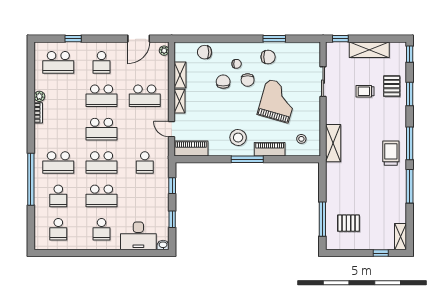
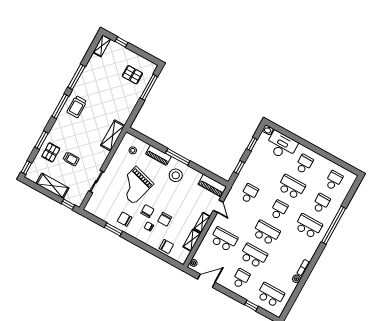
school desk: (102, 163) -> (279, 210), width x0.54

